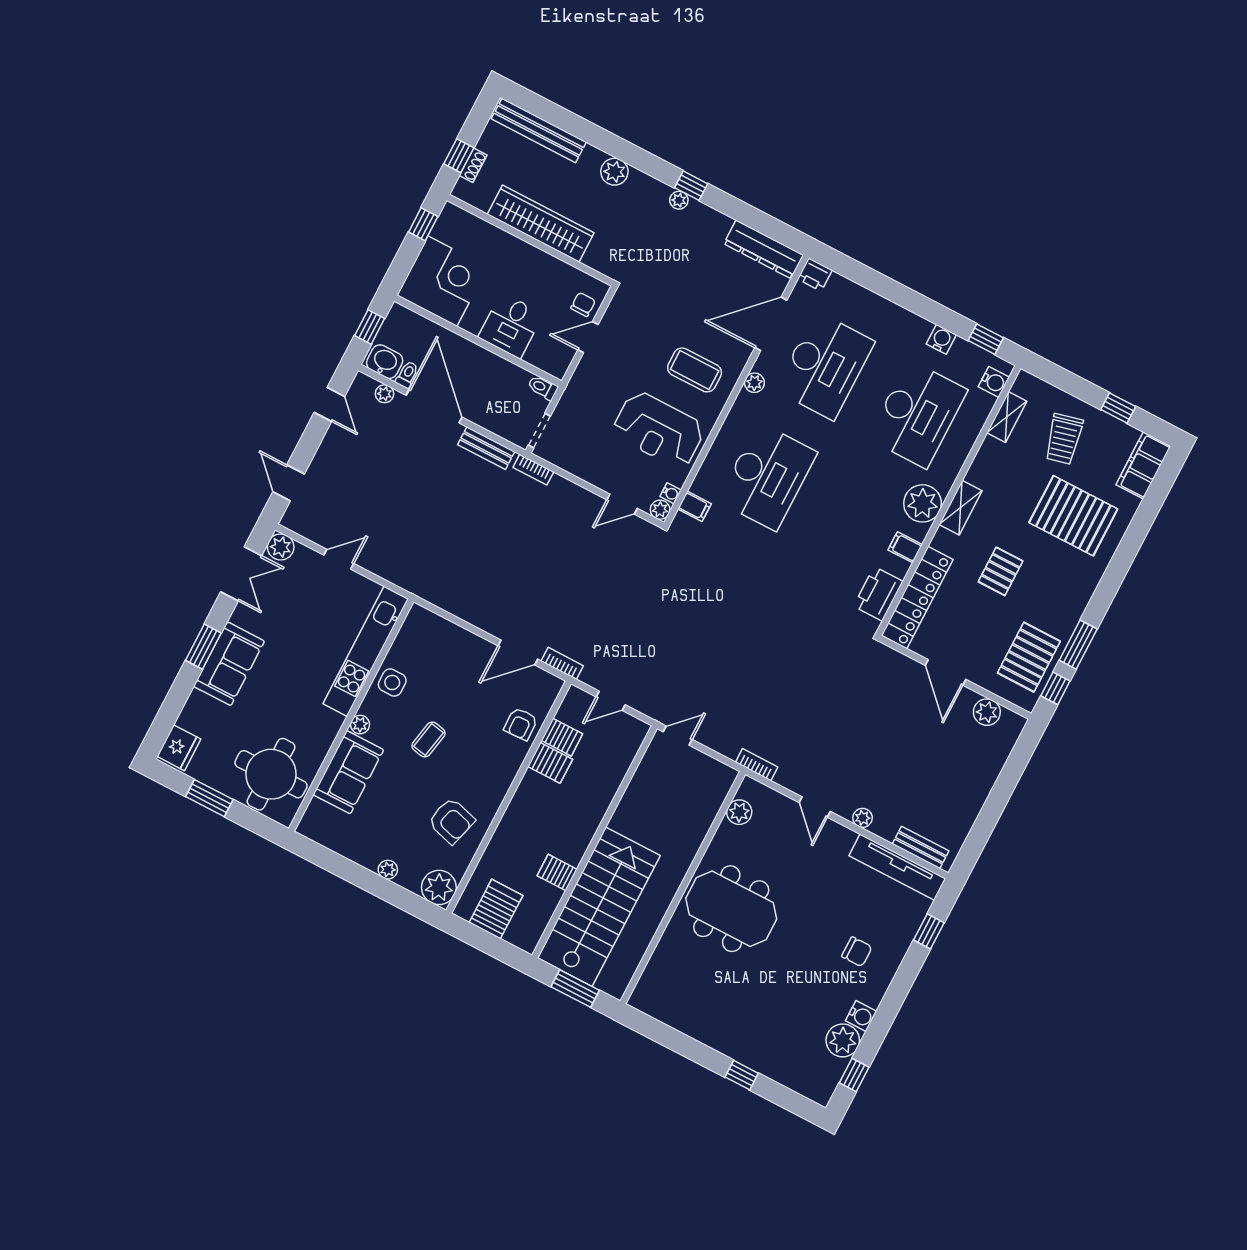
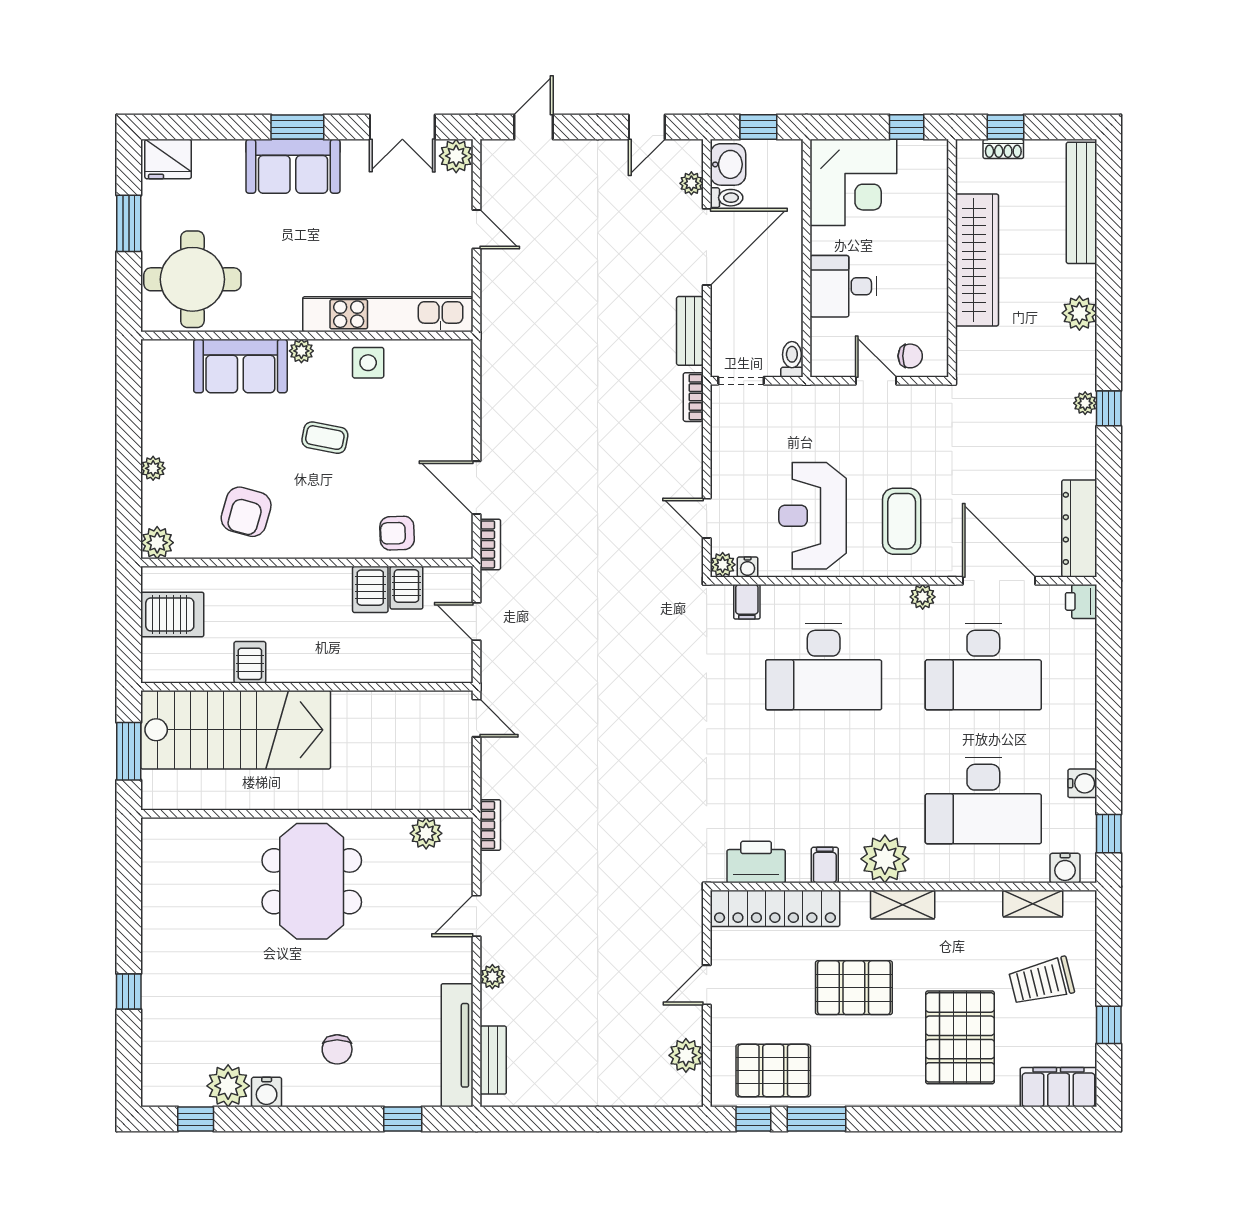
pallet: (1001, 571) -> (854, 988), width x1.50, depth x1.42
door: (945, 672) -> (707, 985), width x0.73
plant: (439, 887) -> (157, 543), width x0.73, depth x0.73

